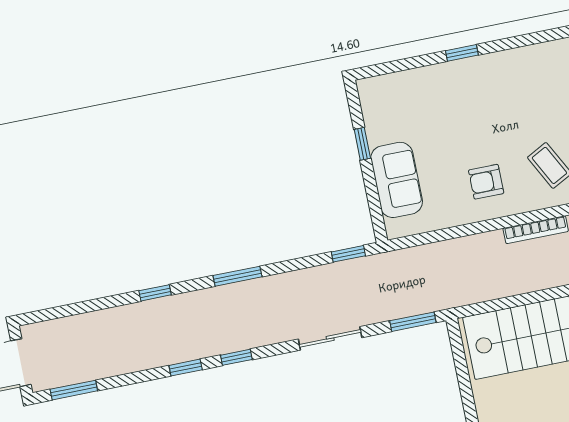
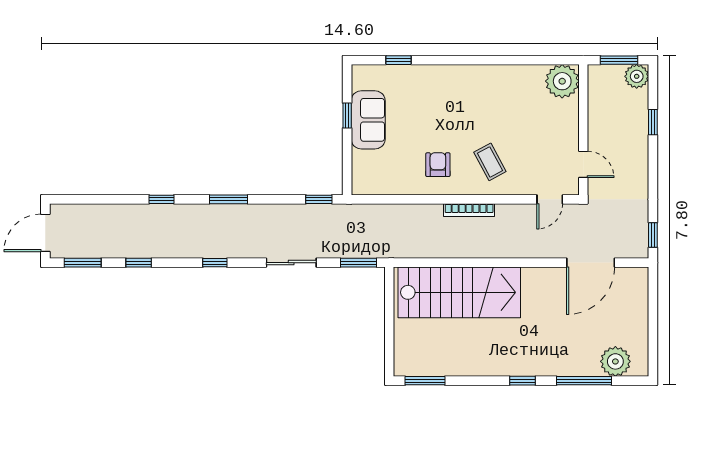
window: (462, 53) -> (398, 60), moved
sofa: (397, 180) -> (368, 120), moved
armchair: (486, 182) -> (438, 165), turned 90
window: (186, 368) -> (139, 263), moved

